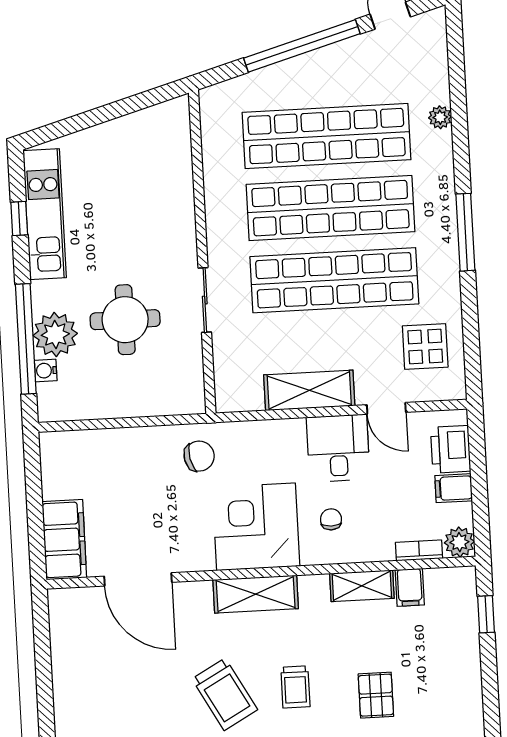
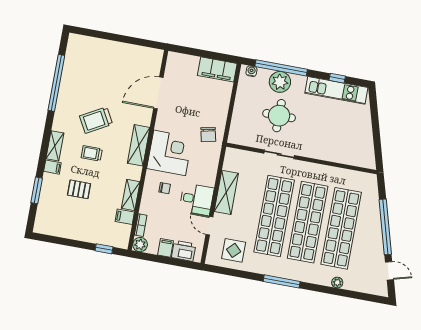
water cooler: (46, 371) -> (251, 71), moved
door: (386, 408) -> (209, 226), hinge flipped
filing cabinet: (64, 540) -> (217, 69), moved

